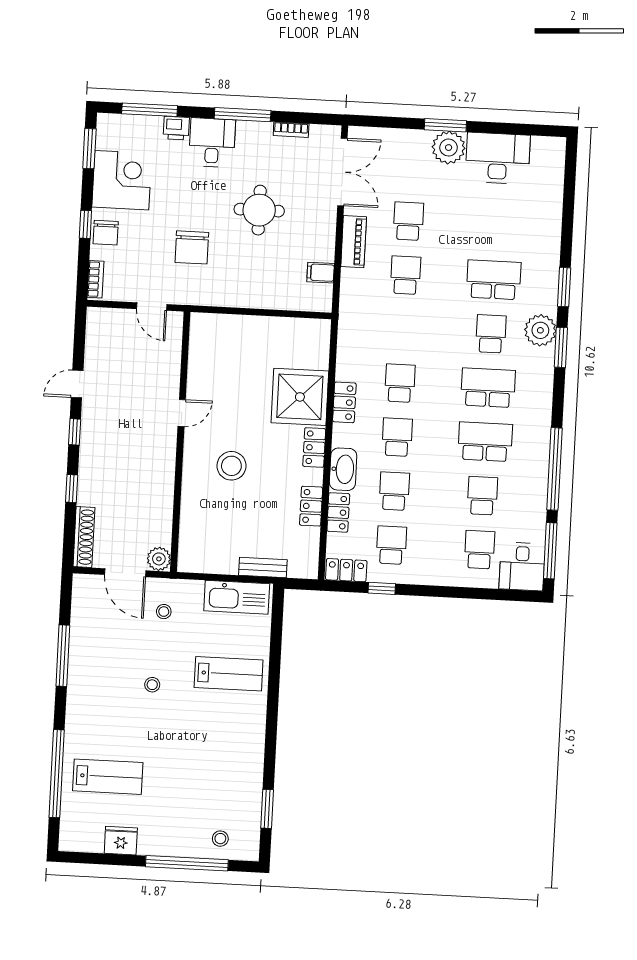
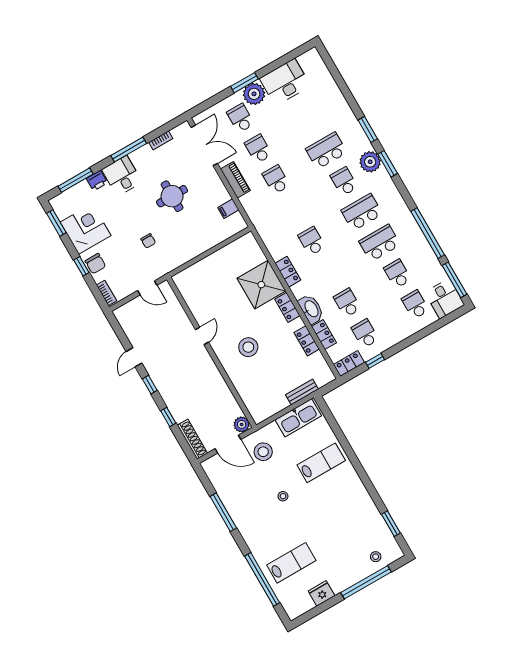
chair: (192, 247) -> (148, 241), width x0.54, depth x0.54
school desk: (397, 437) -> (241, 118), moved
stool: (164, 612) -> (263, 452), width x1.89, depth x1.89

